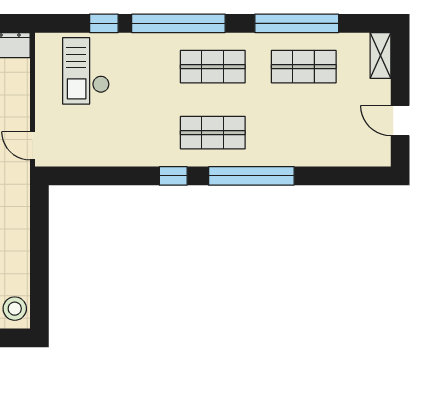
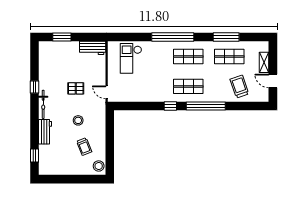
window: (104, 23) -> (139, 37), removed
window: (297, 23) -> (226, 37), width x0.68
shelving: (381, 55) -> (264, 62), moved
trolley: (326, 133) -> (239, 87), added

